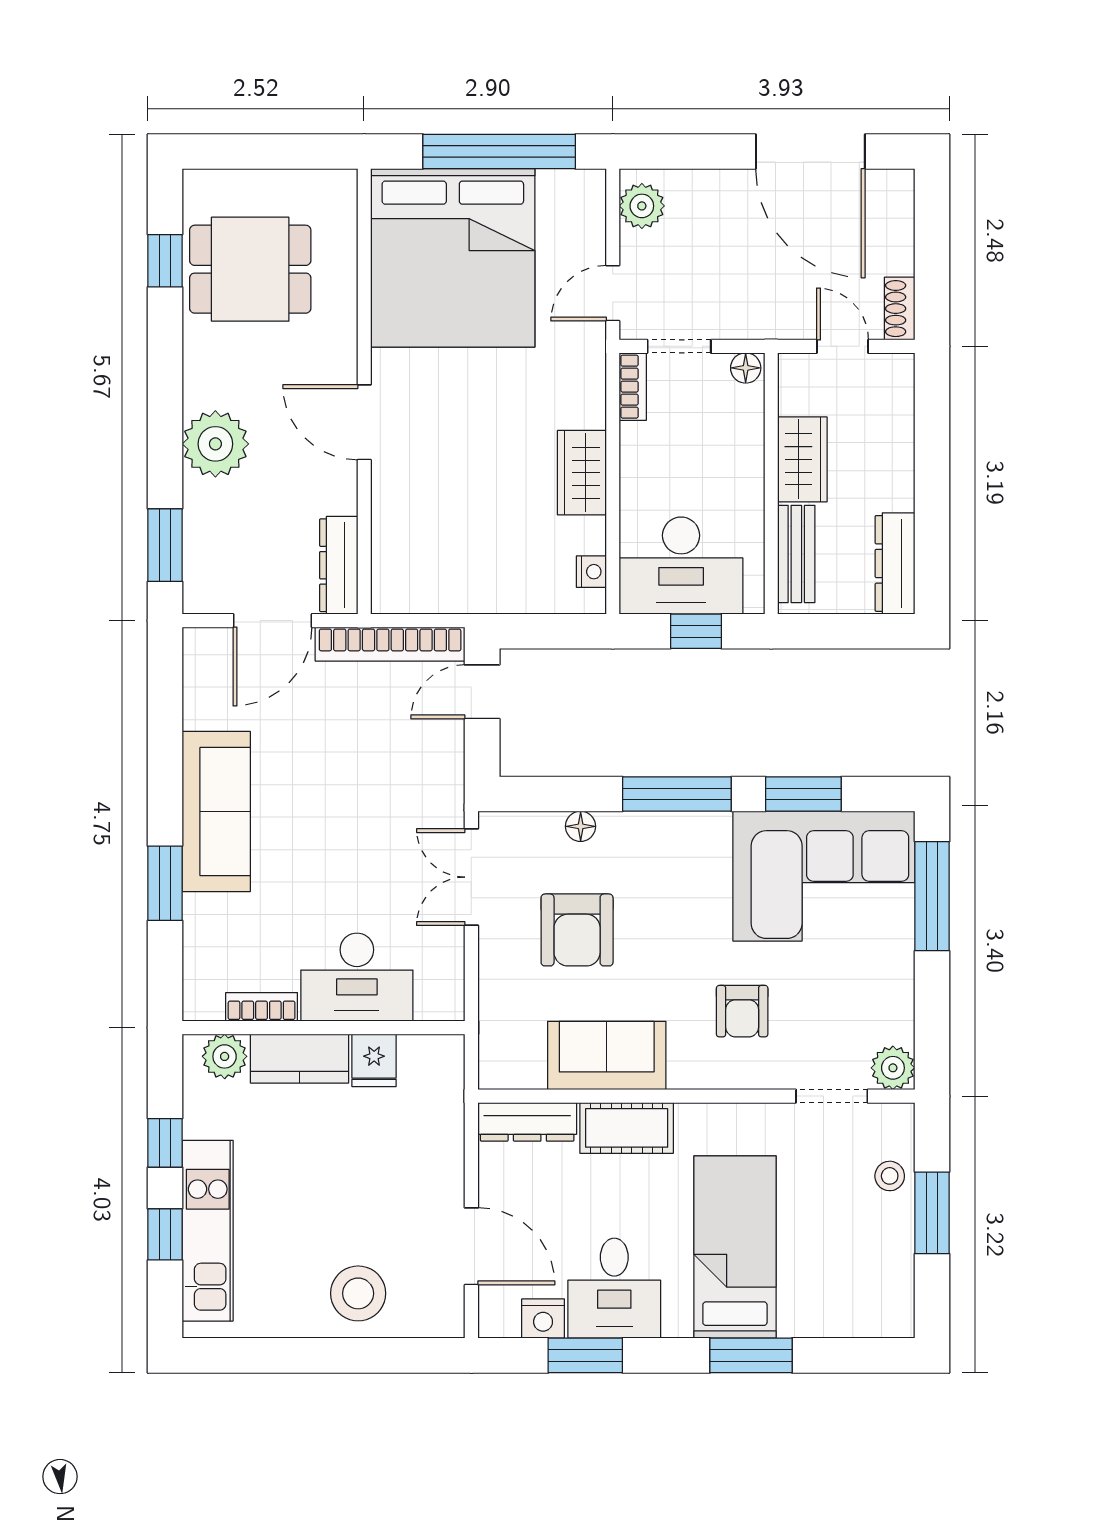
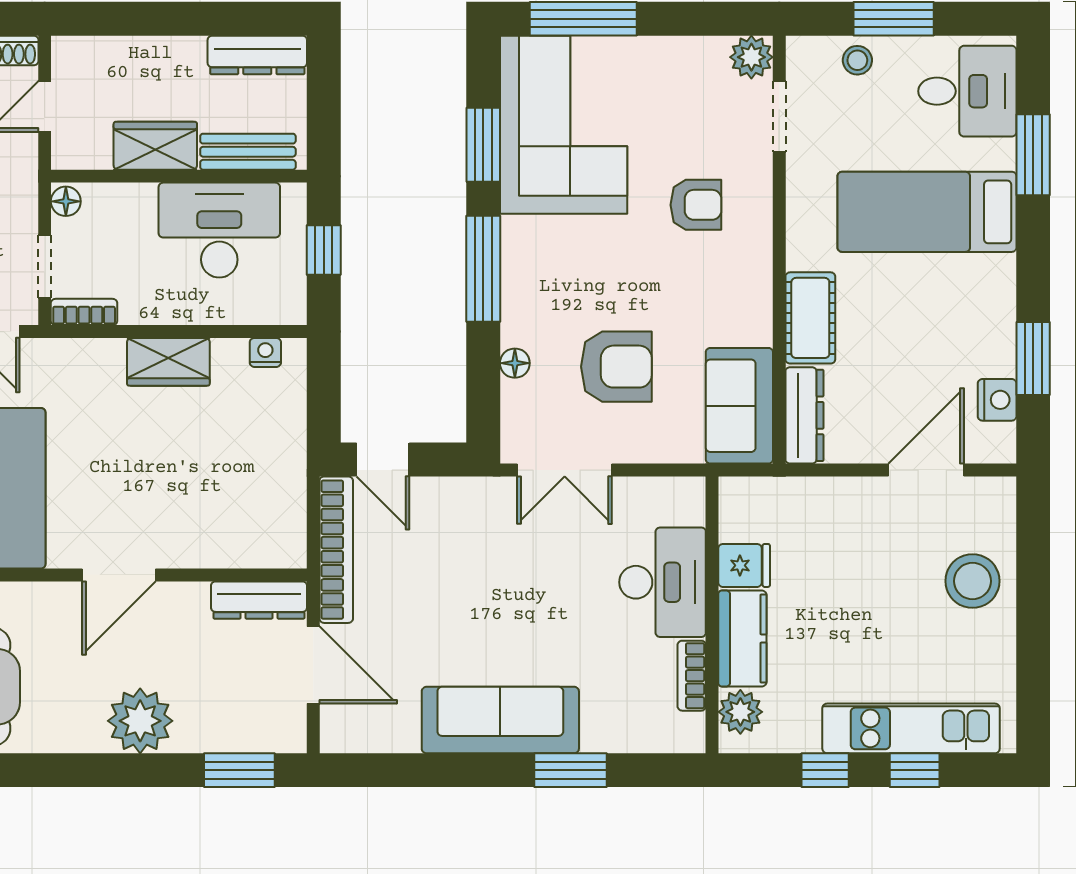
desk: (681, 566) -> (219, 230), moved, turned -90
sofa: (607, 1056) -> (739, 406), moved
desk: (614, 1288) -> (967, 91), moved
window: (751, 1355) -> (1033, 155), moved

